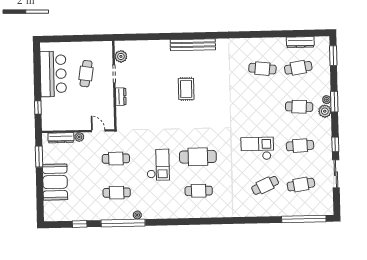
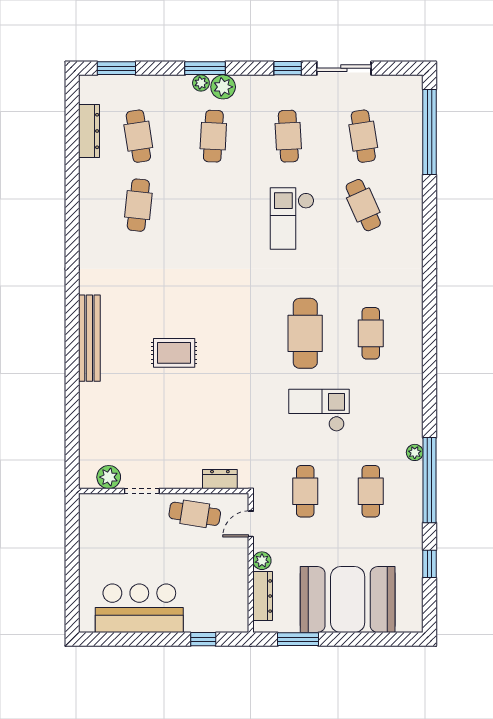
cafe table: (86, 74) -> (195, 514), moved
dresser: (121, 97) -> (220, 479), moved
booth: (55, 182) -> (348, 600), width x1.36, depth x1.42

